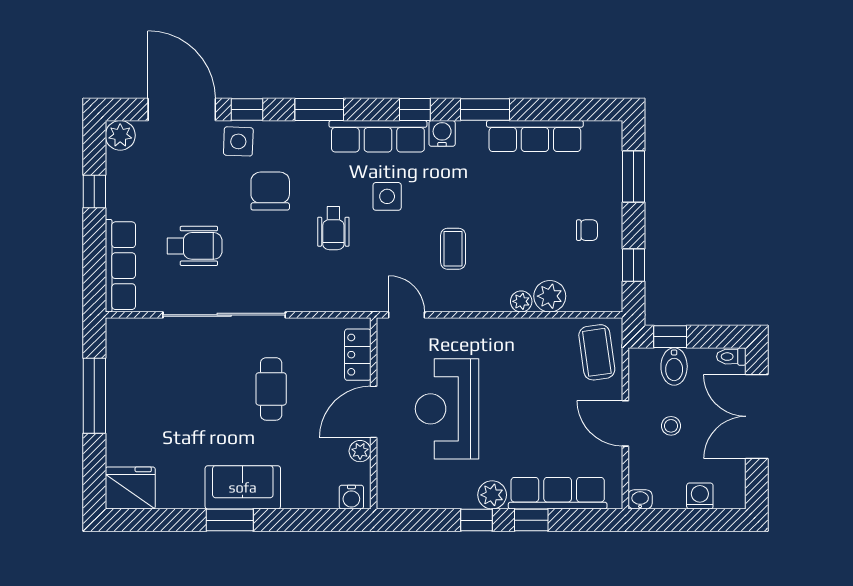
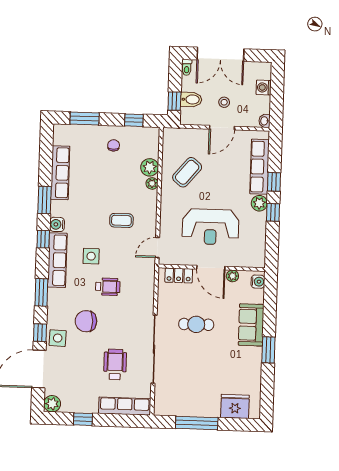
coffee table: (597, 352) -> (187, 172), moved, turned -42
sofa: (243, 487) -> (251, 325), moved
fridge: (130, 488) -> (235, 406), moved, turned 90

